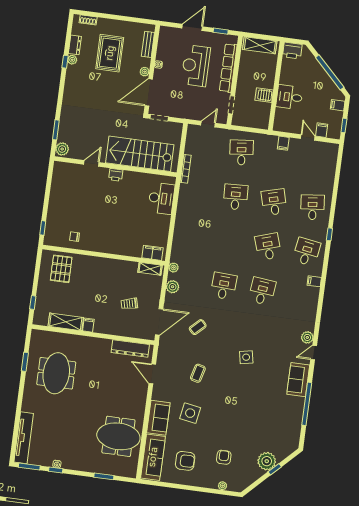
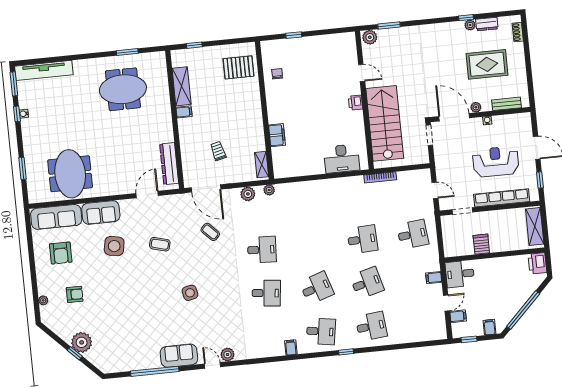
desk: (289, 97) -> (460, 274), moved, turned -90
window: (43, 228) -> (294, 35), moved
filing cabinet: (153, 253) -> (277, 135), moved

